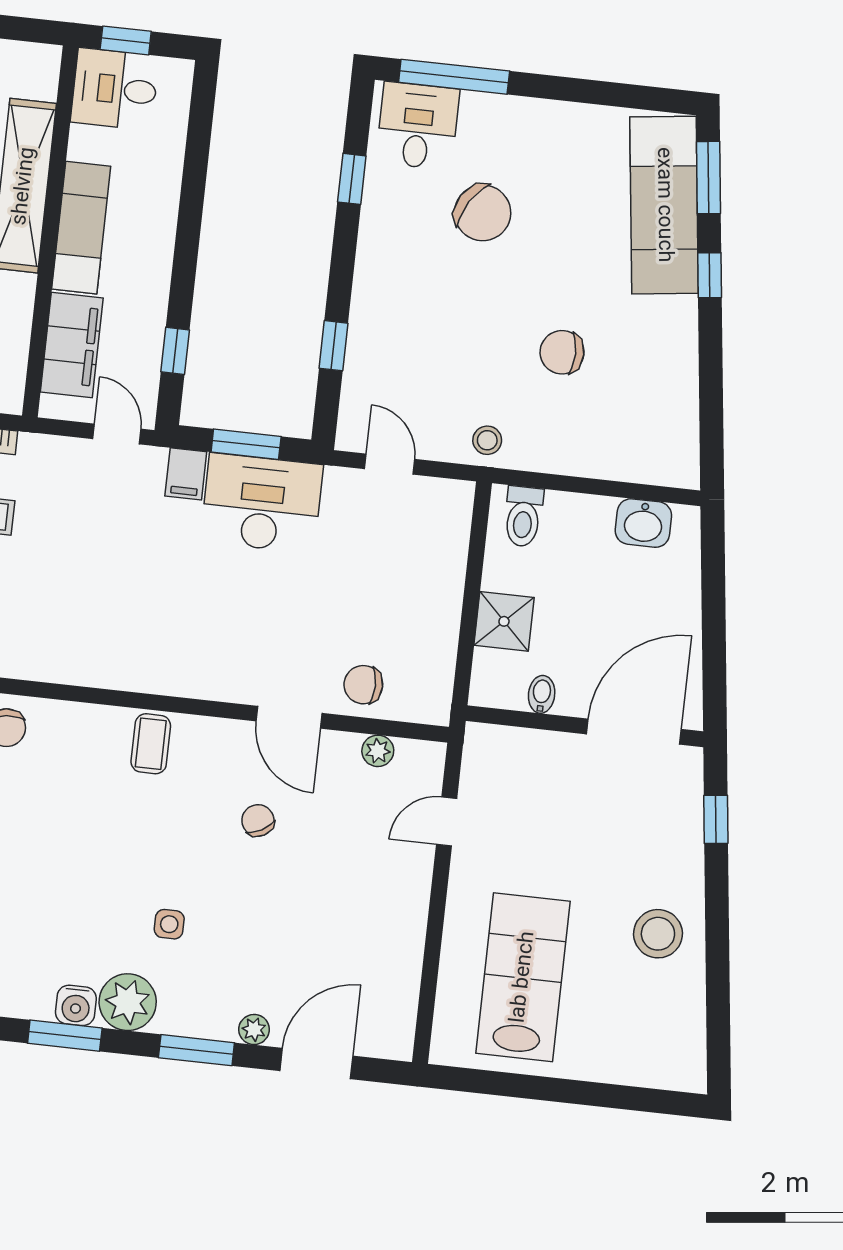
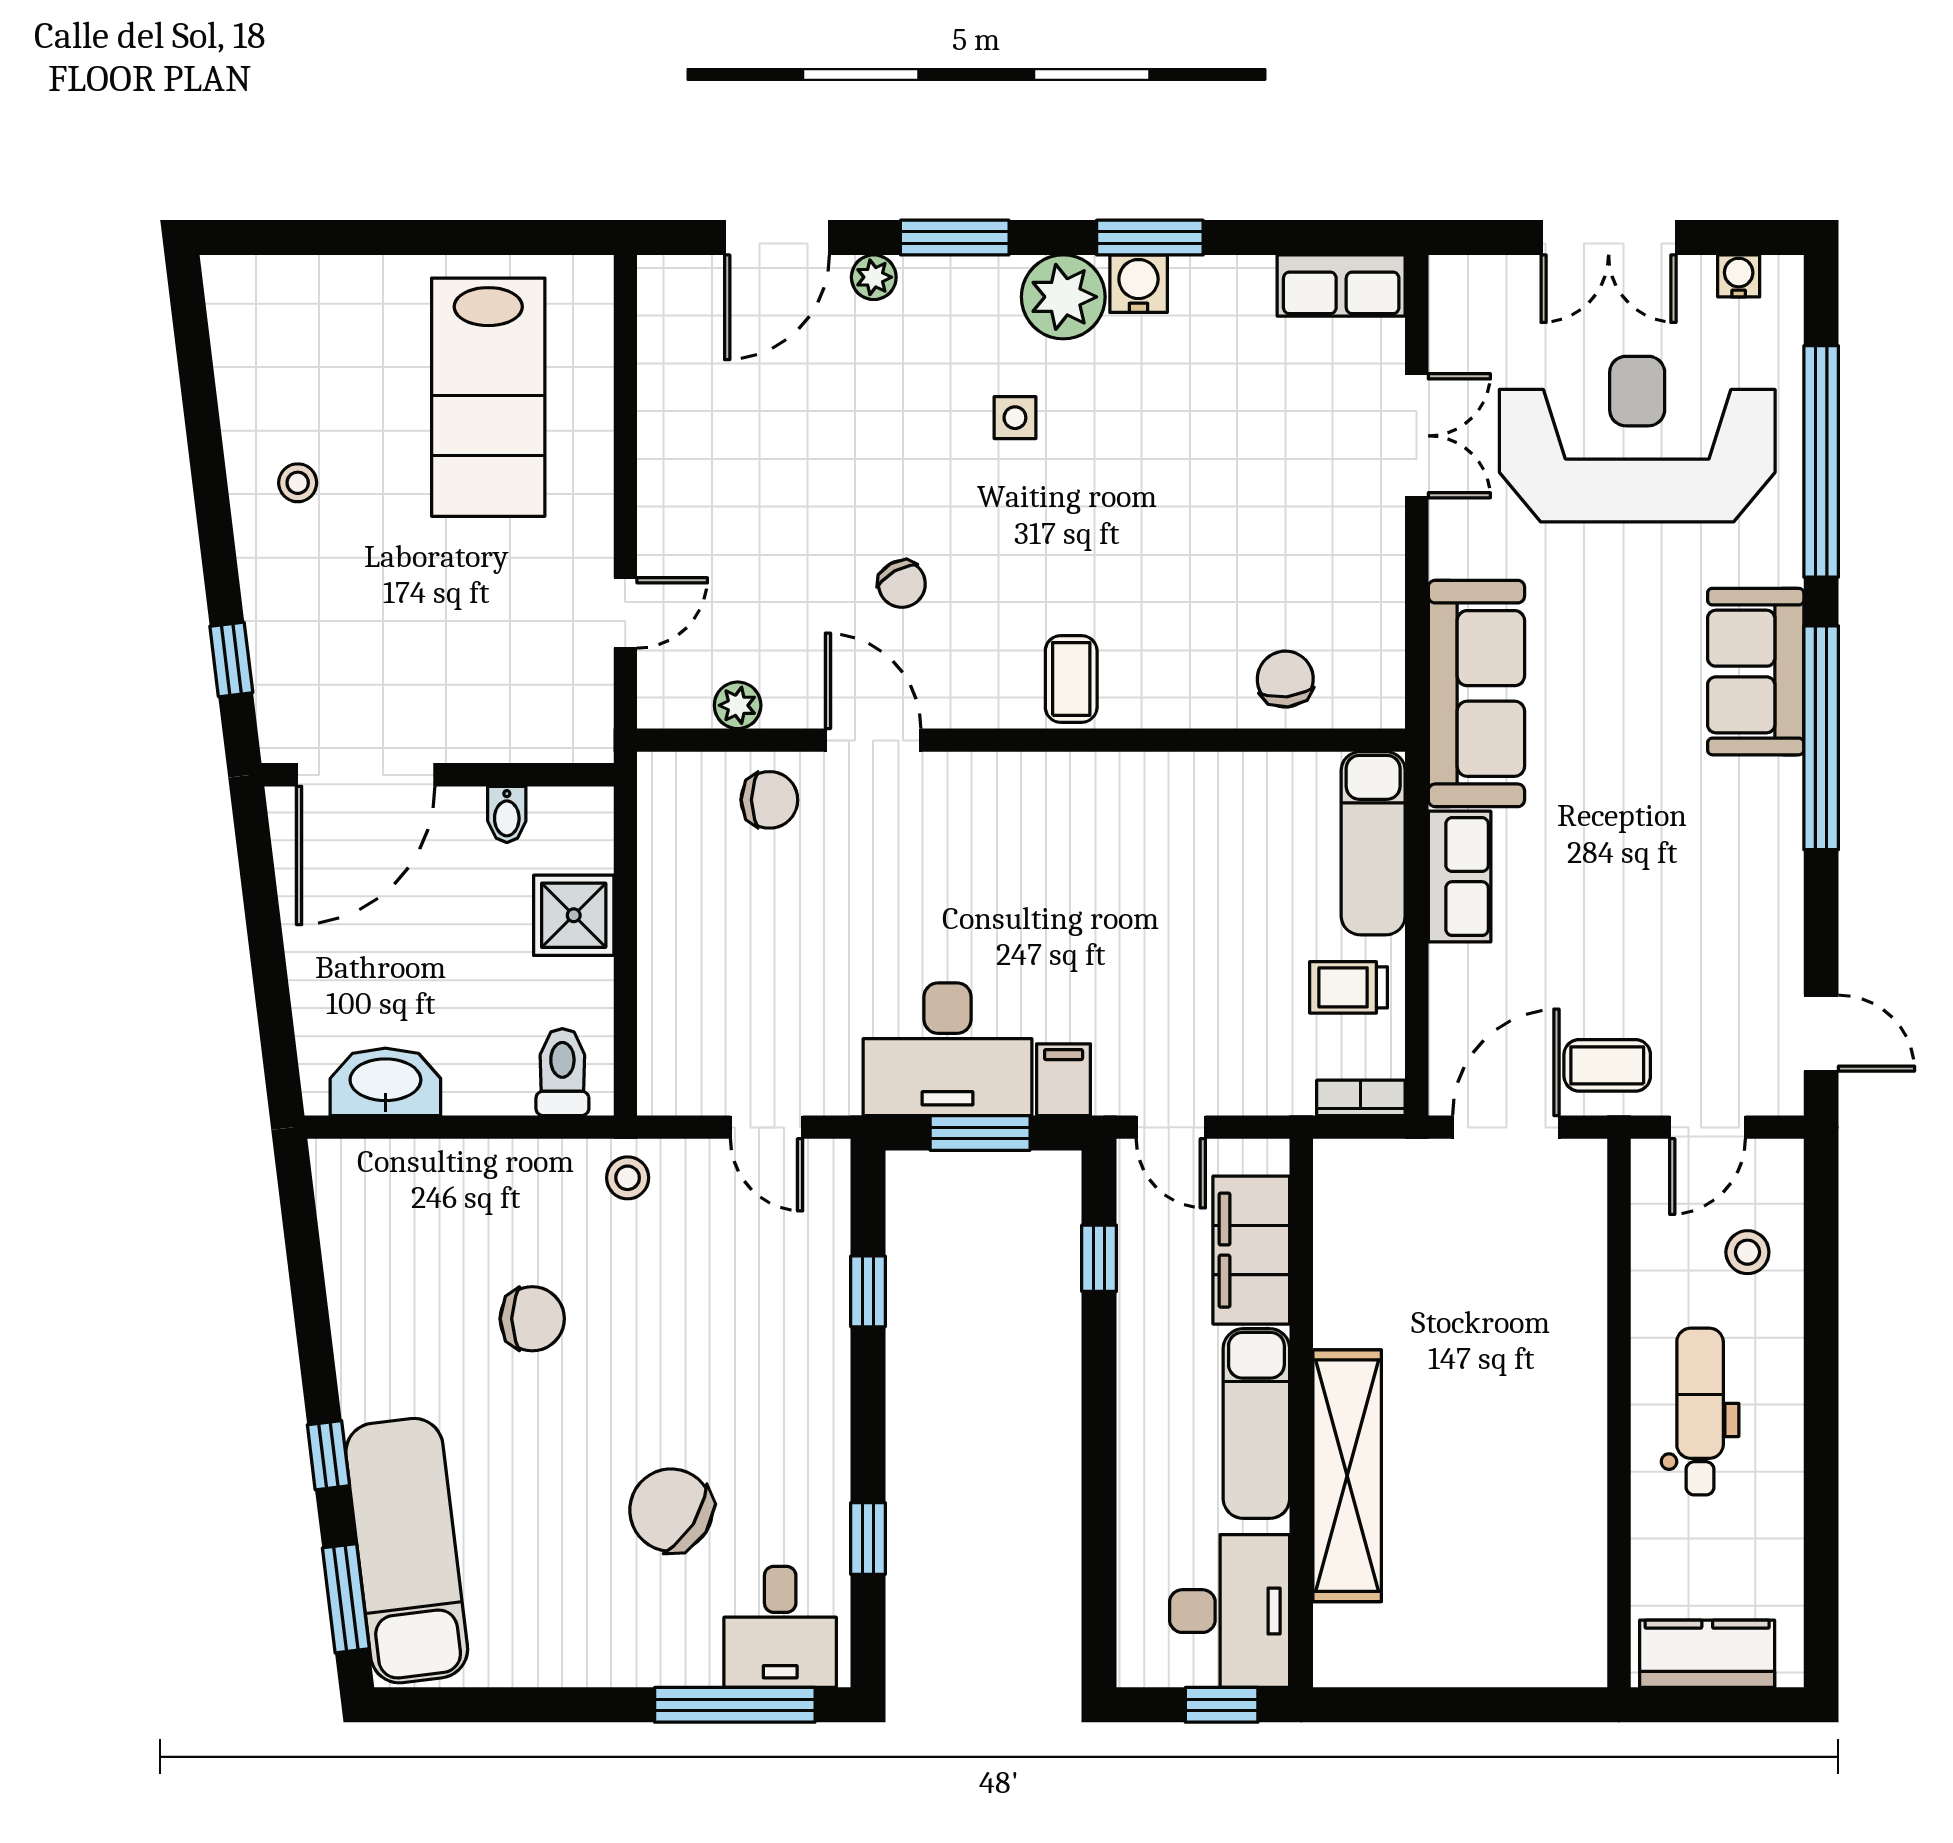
desk: (115, 89) -> (1230, 1611), width x1.37
washbasin: (643, 523) -> (385, 1082), width x1.38
stool: (658, 934) -> (298, 483), width x0.53, depth x0.53

